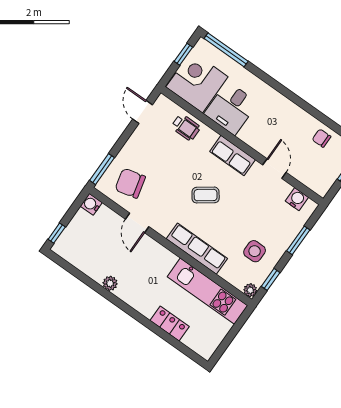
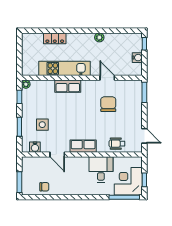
corner desk: (197, 82) -> (128, 181), moved, turned 180
chair: (130, 183) -> (108, 104), moved, turned -76
coffee table: (206, 195) -> (83, 116), removed
water cooler: (91, 204) -> (137, 58), moved
row of seats: (197, 249) -> (68, 86), width x0.68
side table: (255, 251) -> (42, 125), moved
kitchen unit: (207, 291) -> (65, 68), moved

